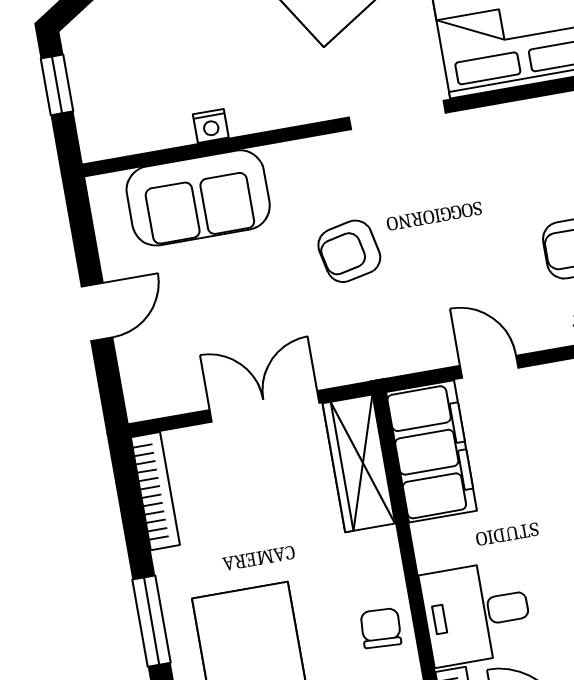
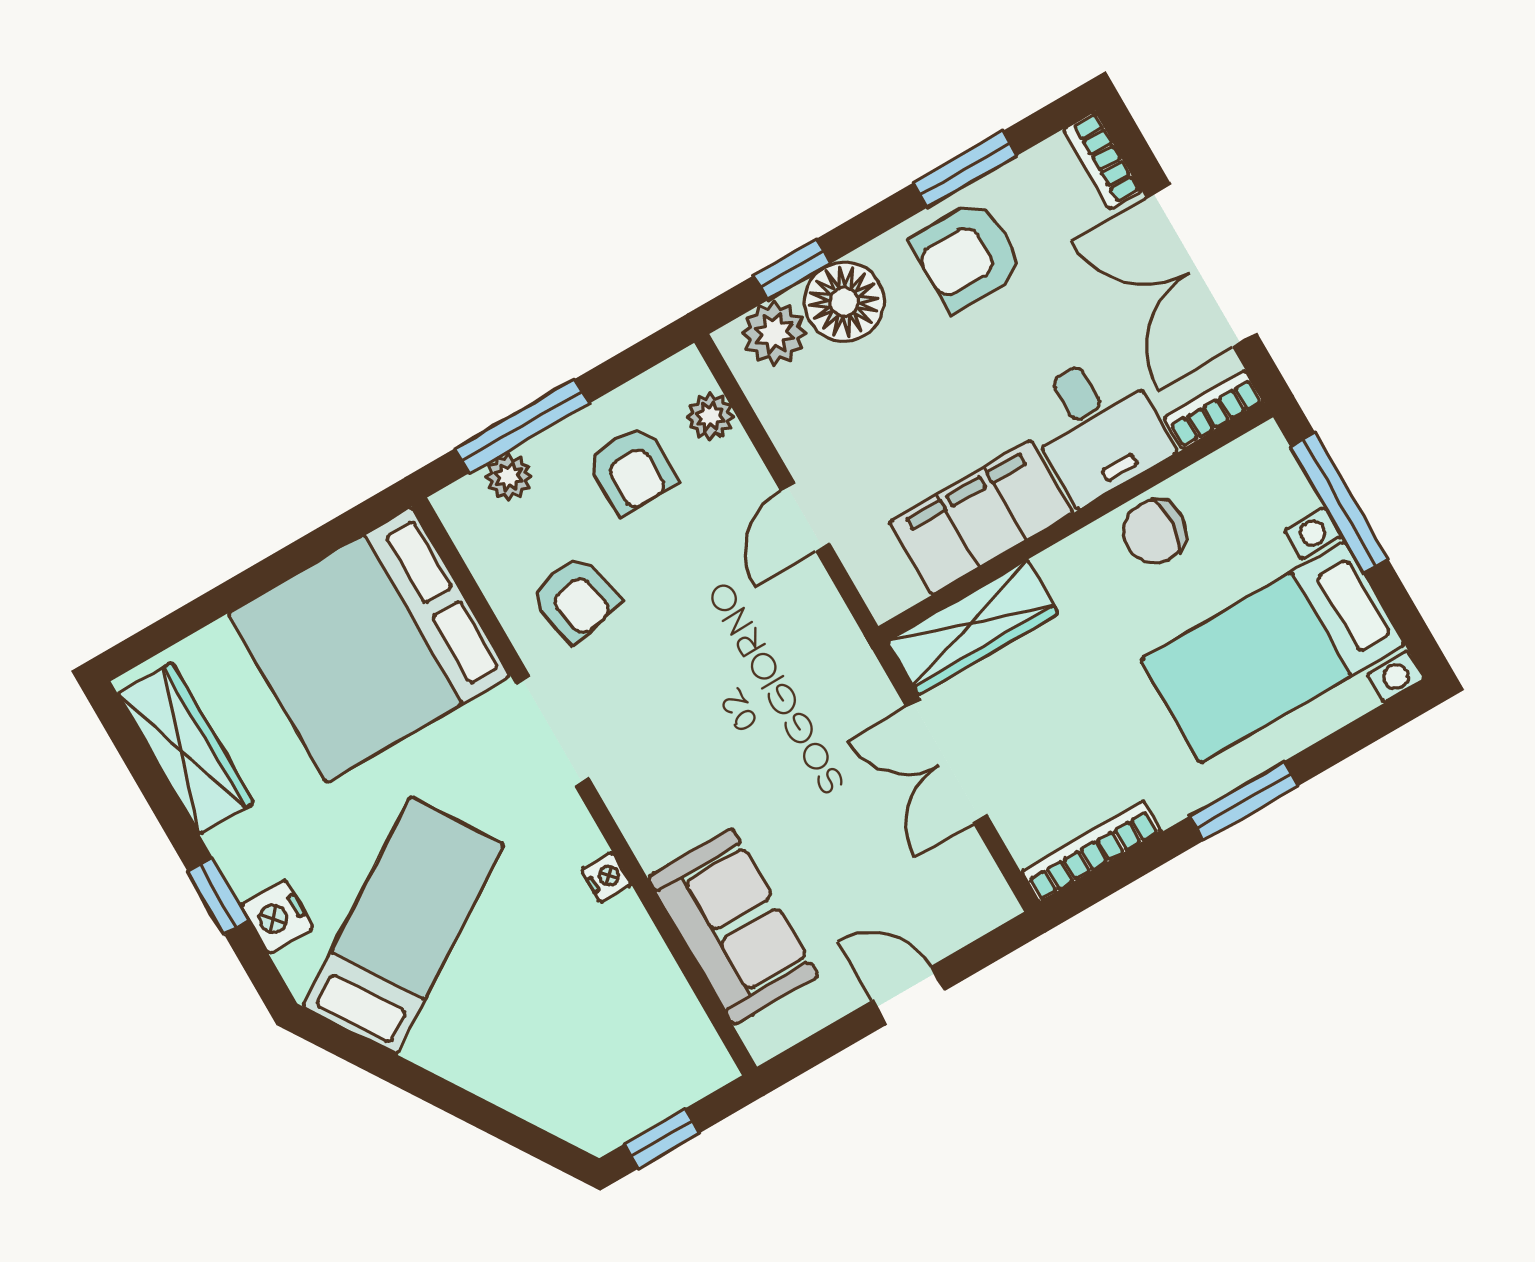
nightstand: (211, 126) -> (606, 877), moved
armchair: (349, 251) -> (575, 599), moved
filing cabinet: (432, 451) -> (981, 517), moved
chair: (381, 628) -> (1155, 532), width x1.37, depth x1.37

